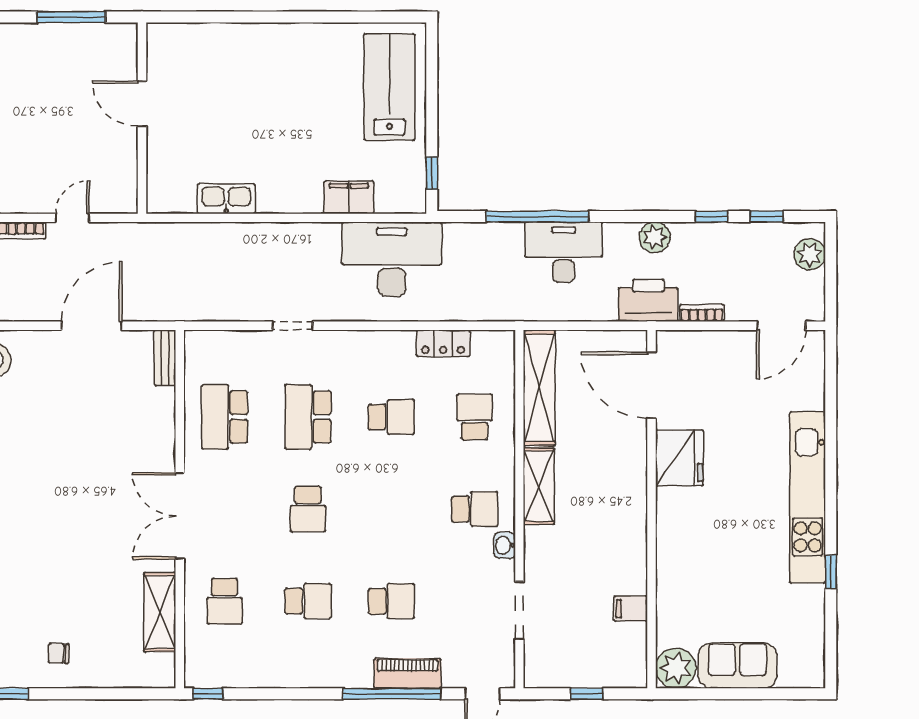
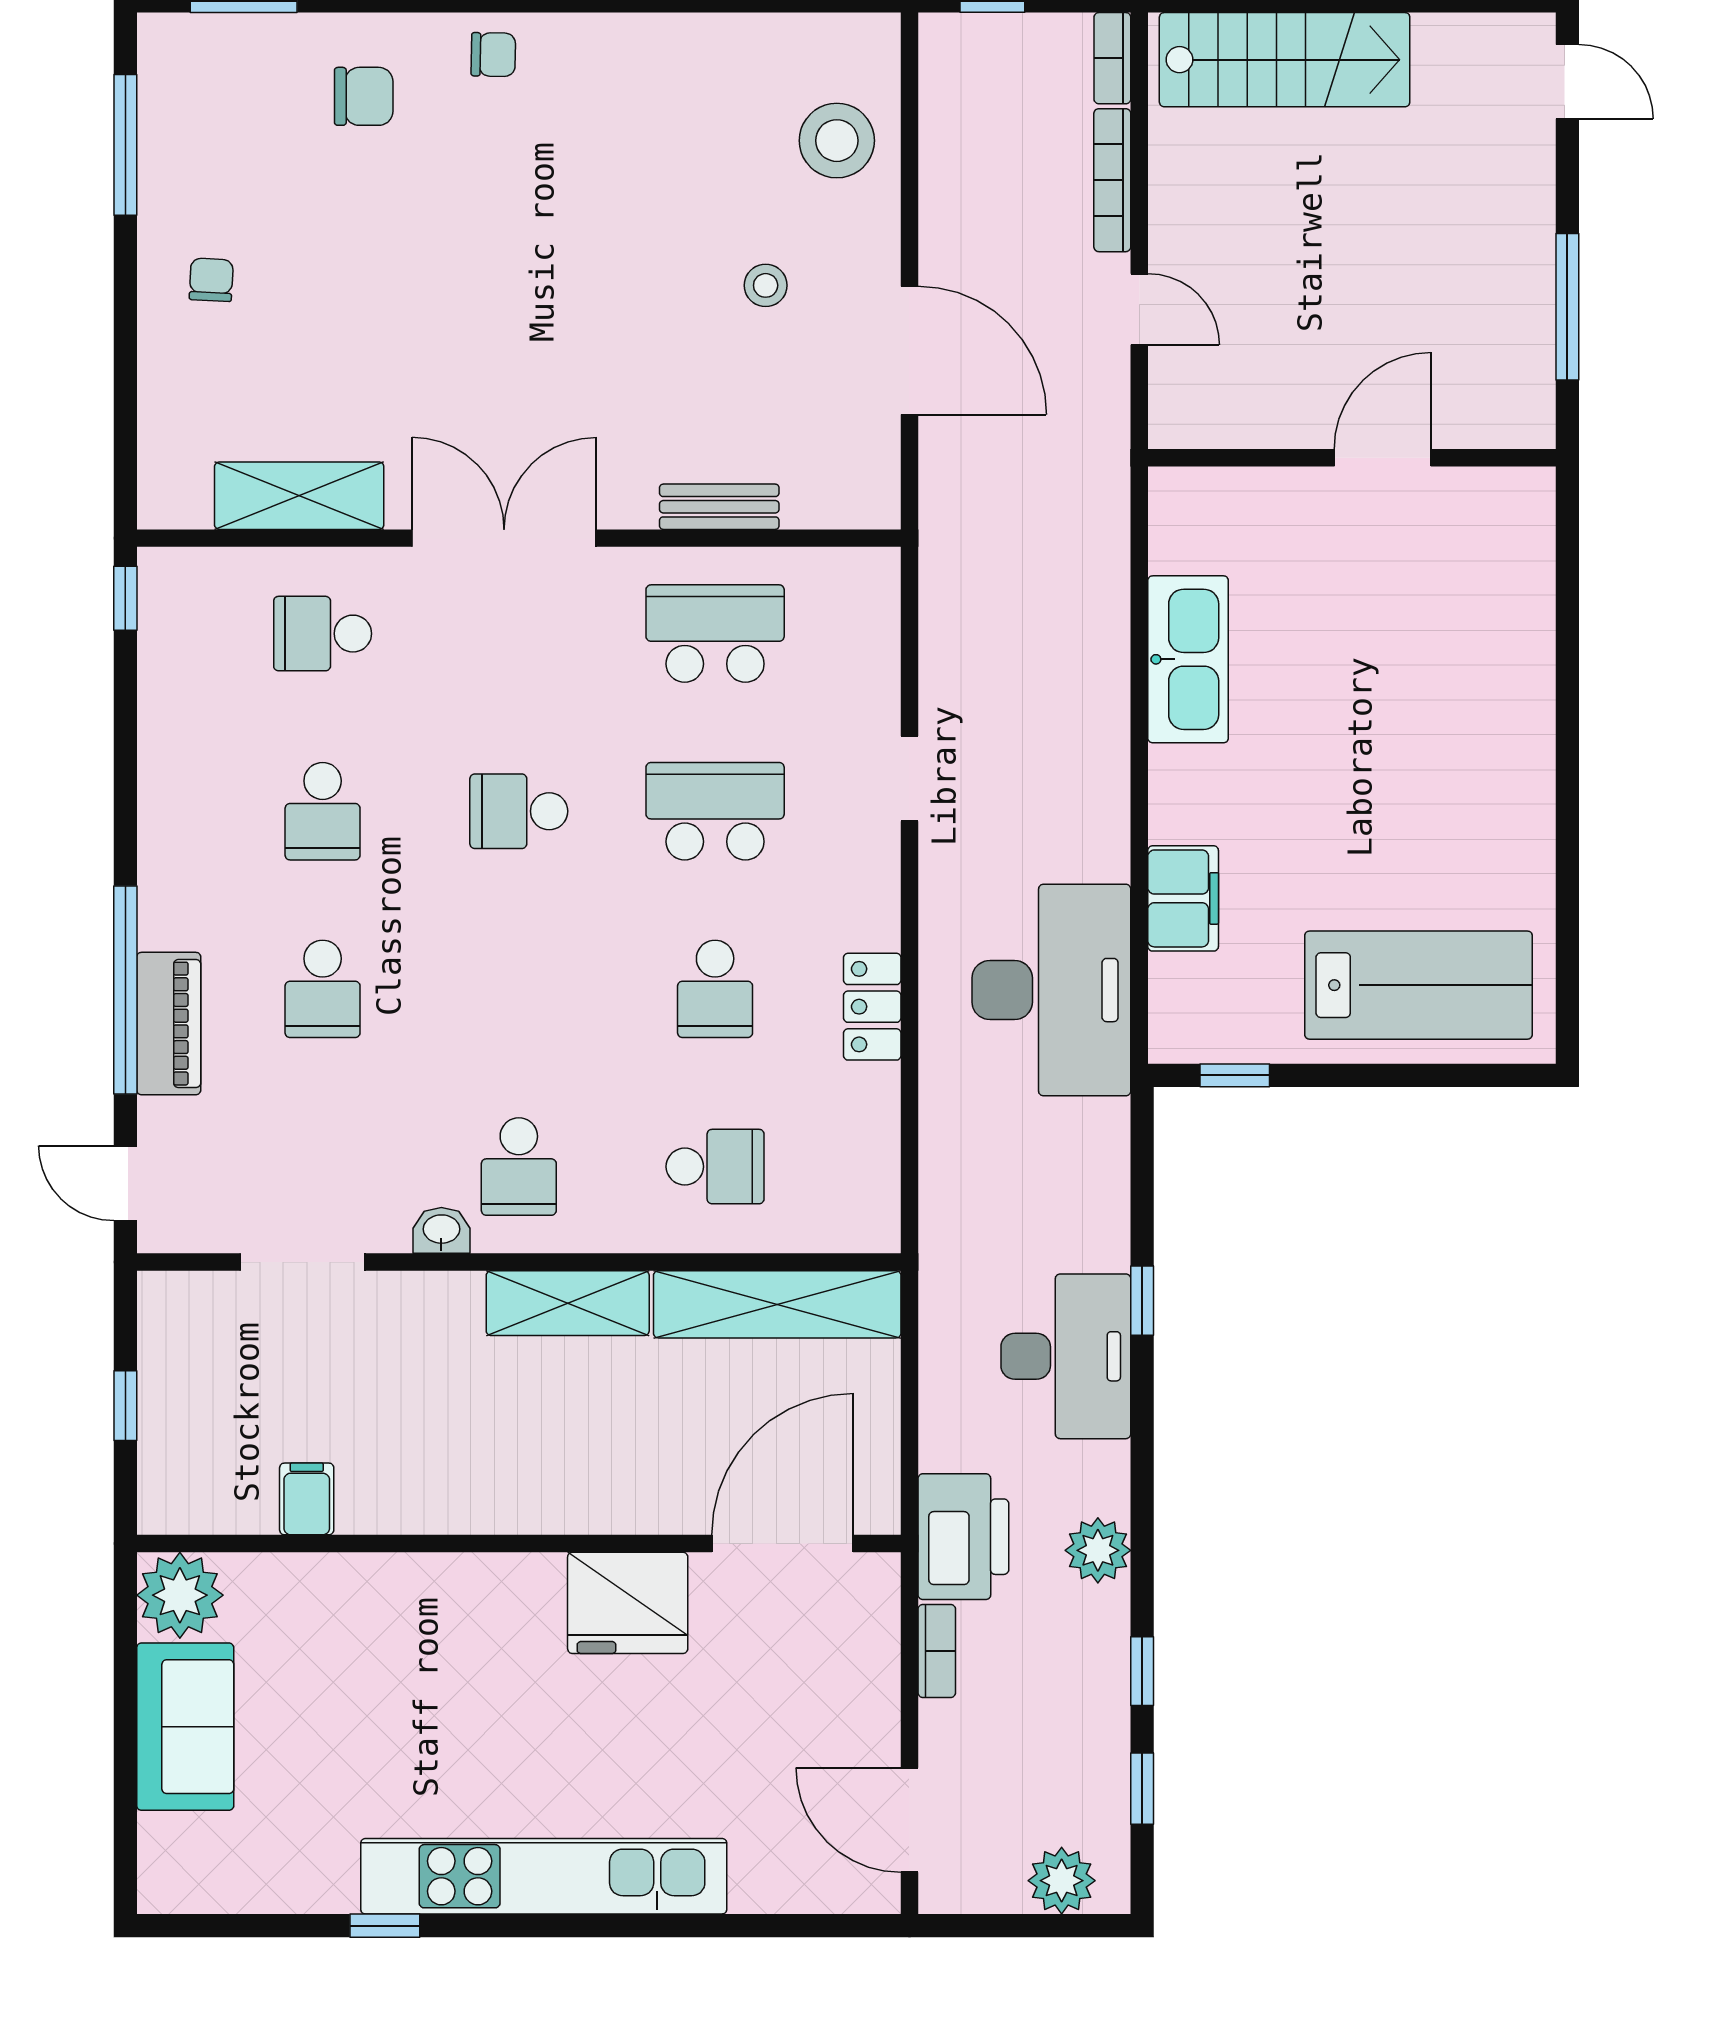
kitchen sink: (226, 199) -> (1188, 659), width x1.36, depth x1.24
window: (538, 217) -> (1142, 1301), width x0.32
locker: (443, 343) -> (872, 1007), moved
bench: (165, 358) -> (719, 507), moved
stool: (61, 393) -> (766, 285), added

